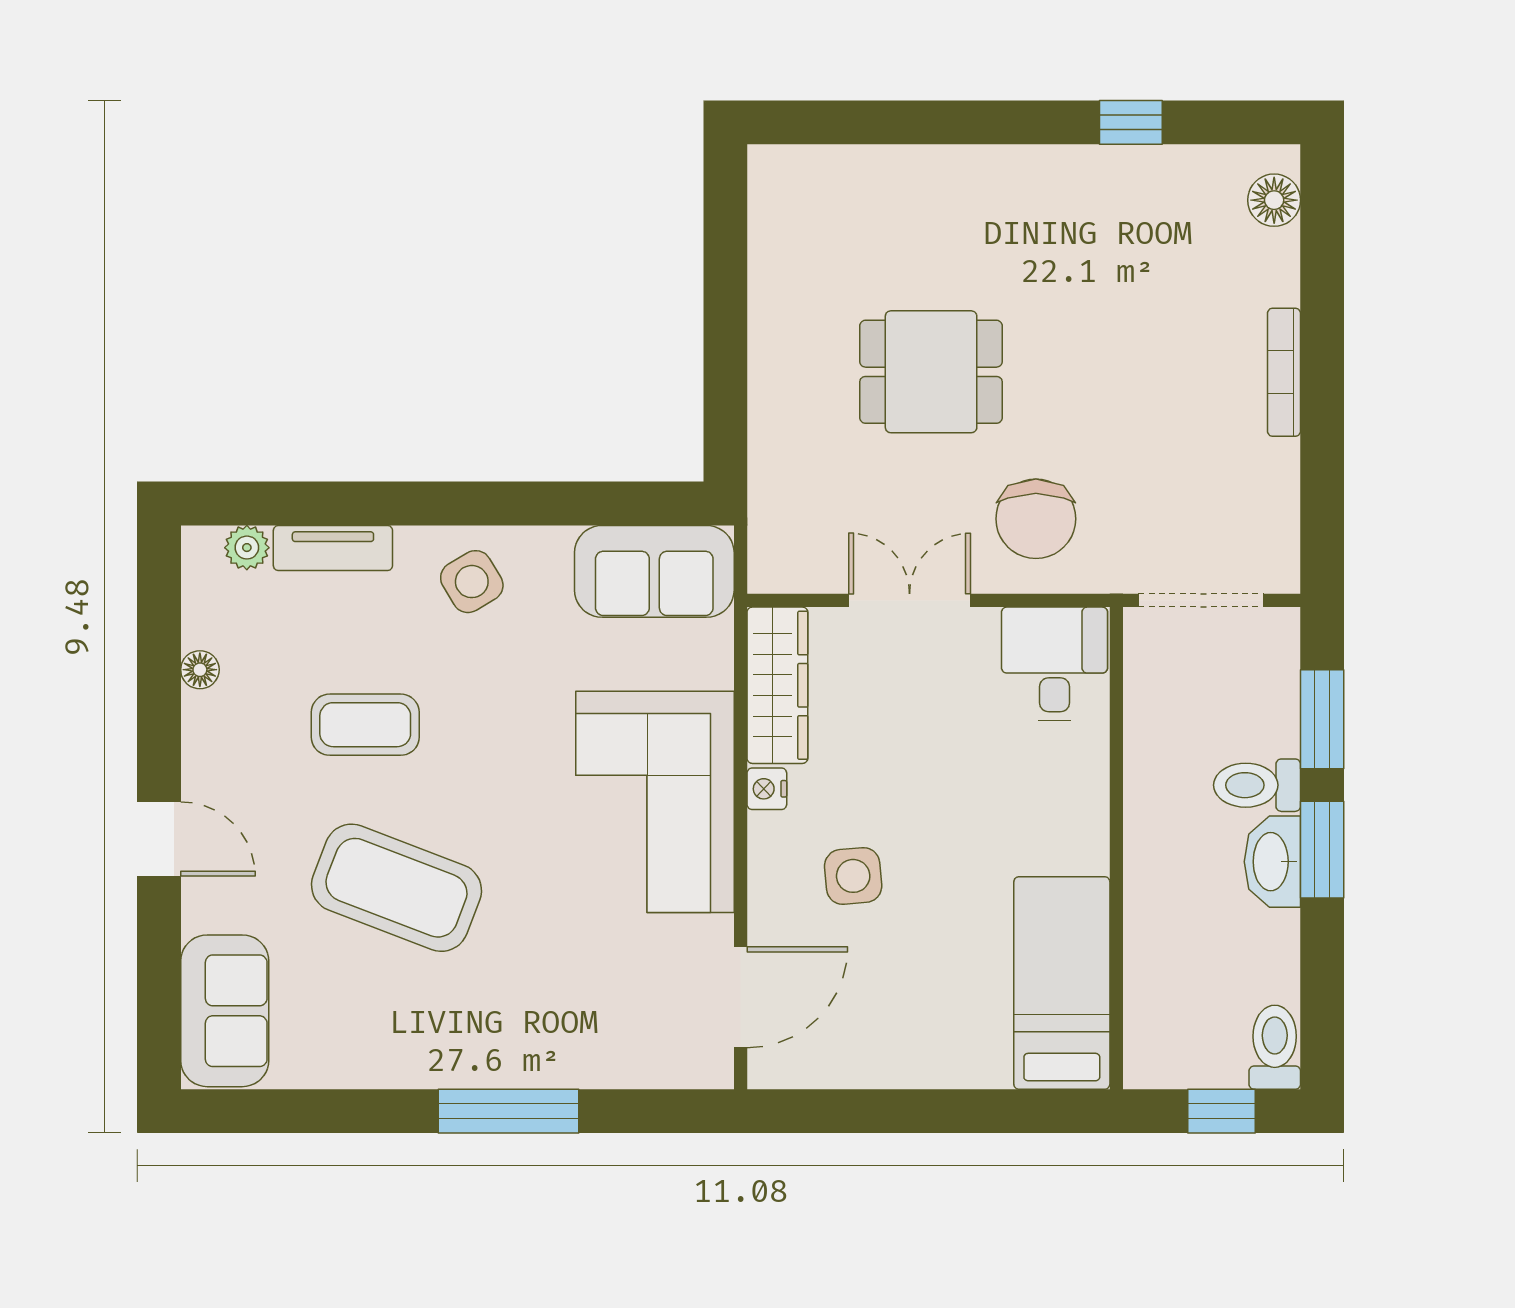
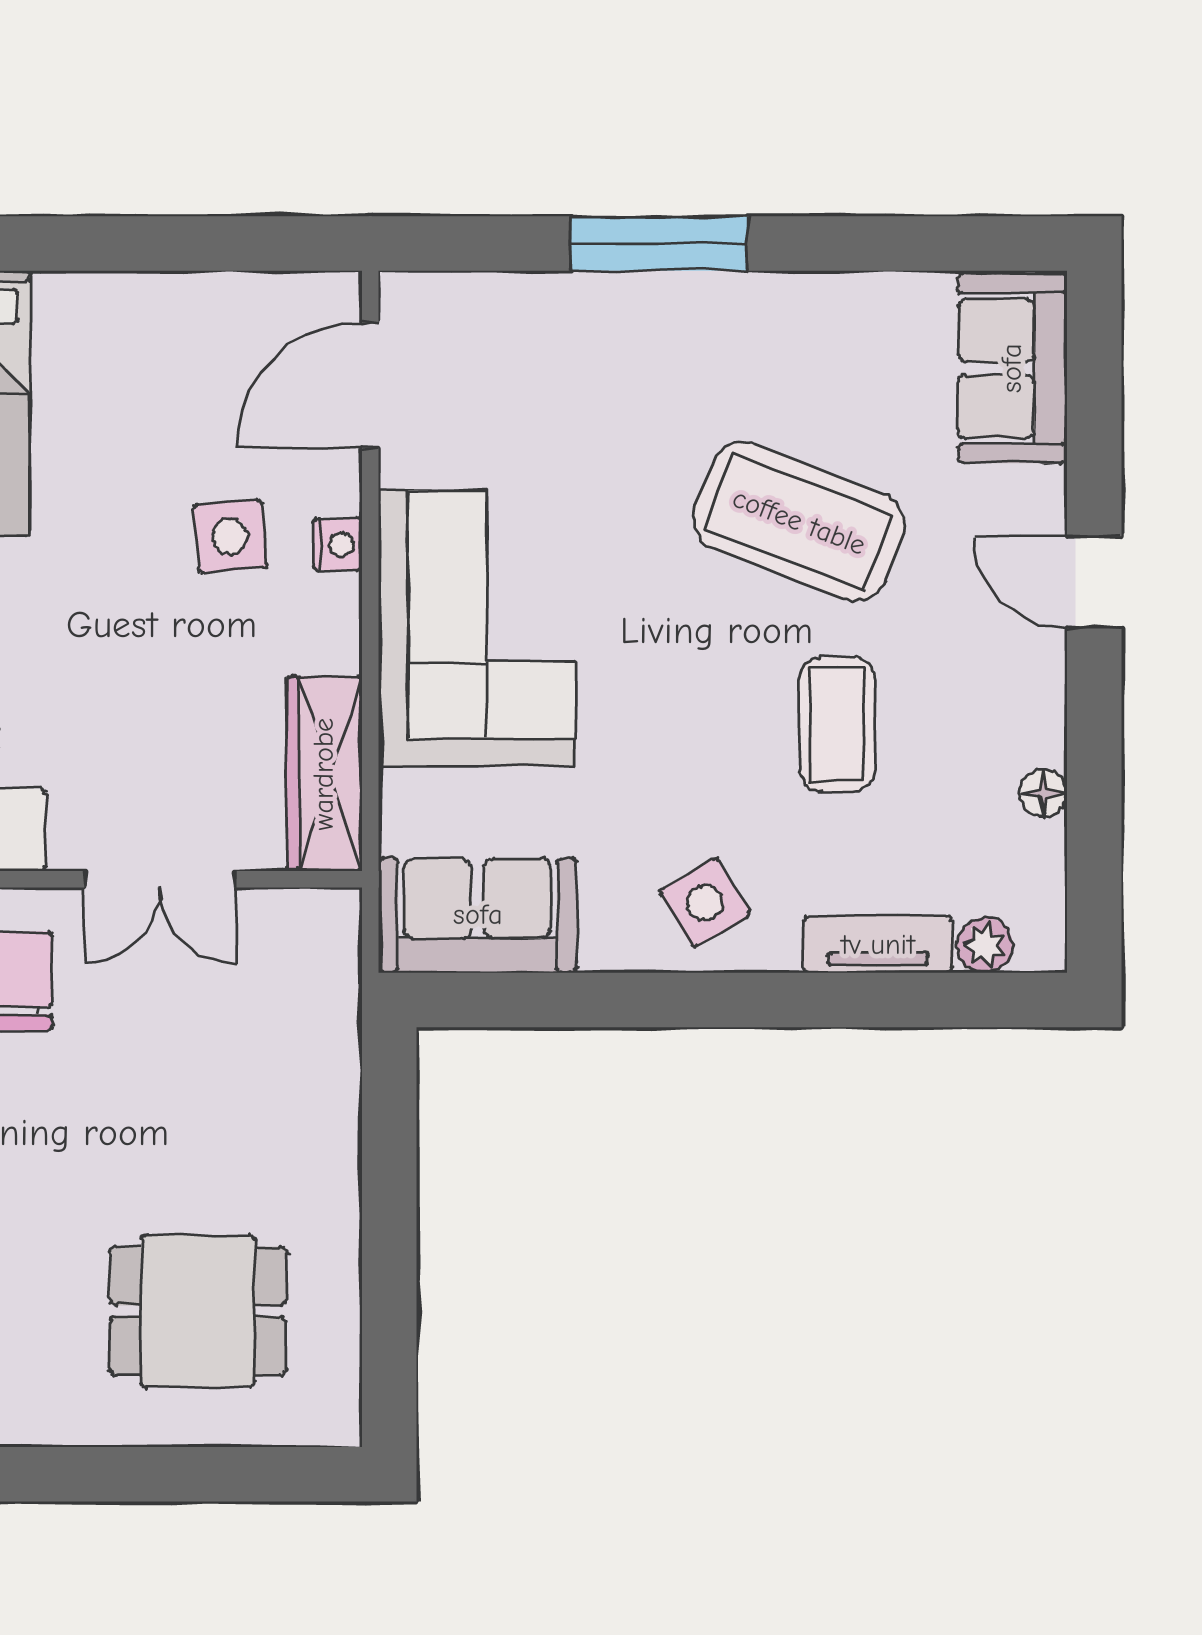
dining table: (931, 372) -> (198, 1311), moved
coffee table: (365, 725) -> (837, 725), turned 90
nightstand: (767, 789) -> (338, 544), moved

